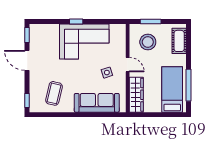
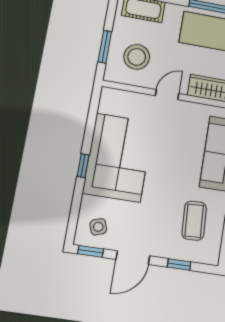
side table: (107, 73) -> (98, 227), moved
coffee table: (54, 93) -> (194, 221), turned 74
window: (27, 101) -> (179, 265), moved

